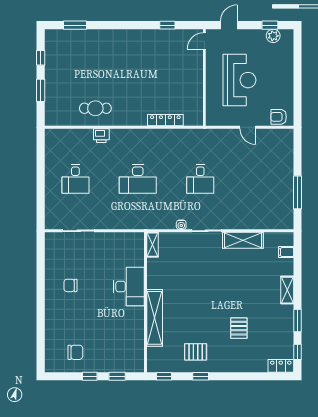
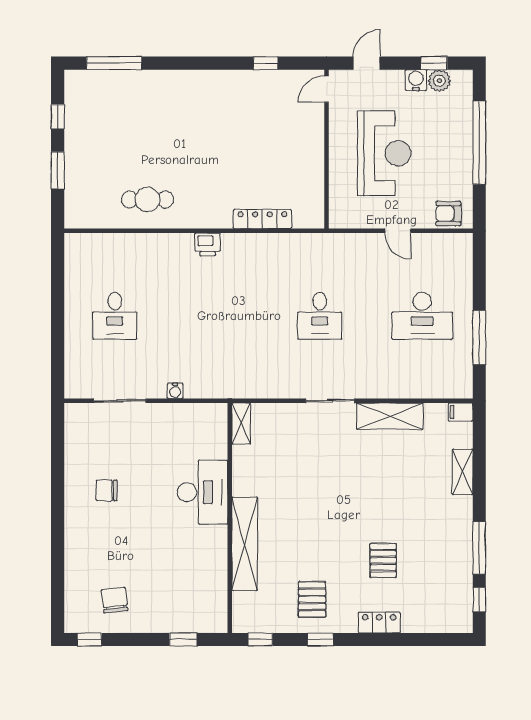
window: (75, 25) -> (114, 63), width x1.44
water cooler: (259, 35) -> (416, 80), added
window: (297, 74) -> (479, 143), added
printer: (101, 136) -> (208, 244), moved
desk: (138, 179) -> (422, 316), moved
water cooler: (181, 225) -> (175, 391), moved
filing cabinet: (286, 252) -> (461, 412), moved
shelving: (287, 290) -> (463, 472), moved
window: (297, 320) -> (479, 548), width x1.44
chair: (75, 352) -> (115, 600), turned -96
pallet: (196, 352) -> (312, 599), turned 90
locker: (281, 366) -> (379, 623), moved
window: (90, 376) -> (89, 640), moved

